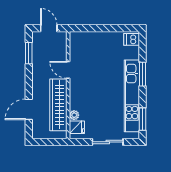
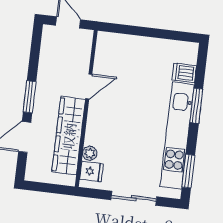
dishwasher: (132, 39) -> (184, 73), moved
window: (29, 53) -> (30, 97), moved
door: (68, 70) -> (89, 86), swing flipped

